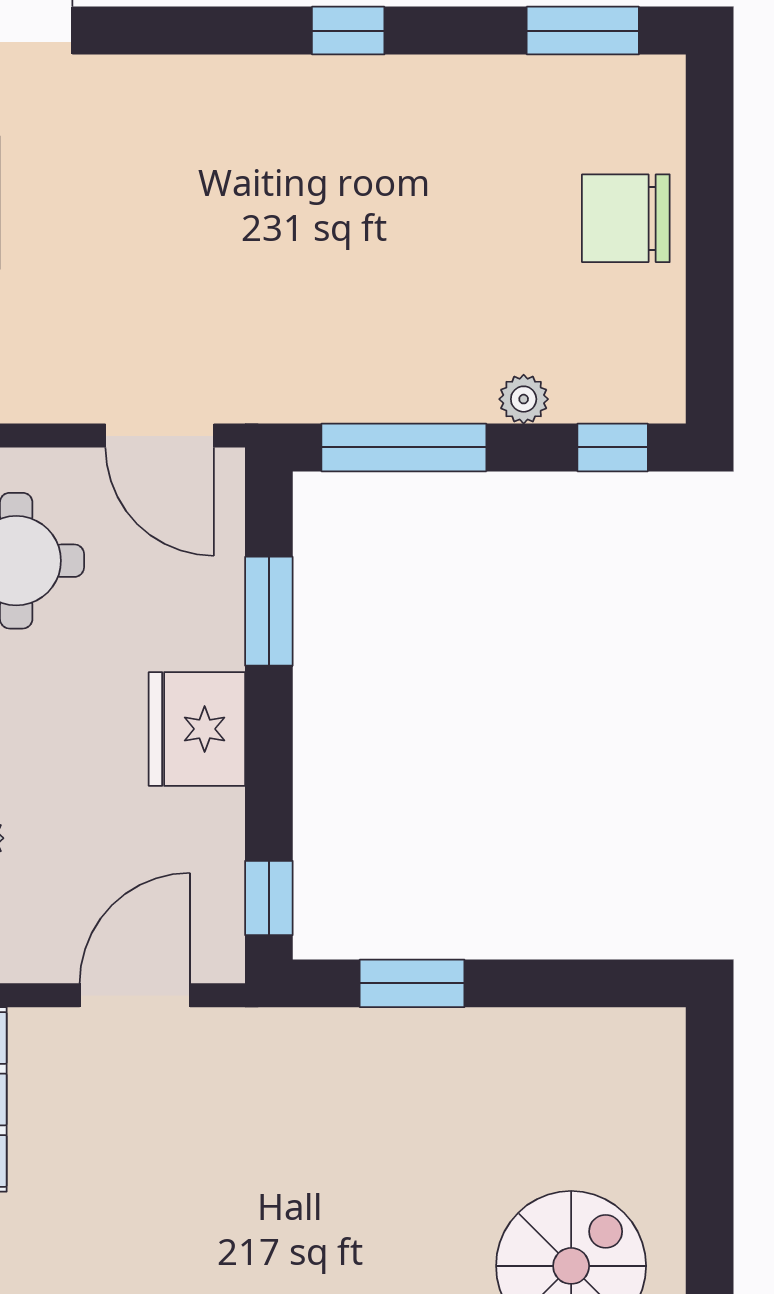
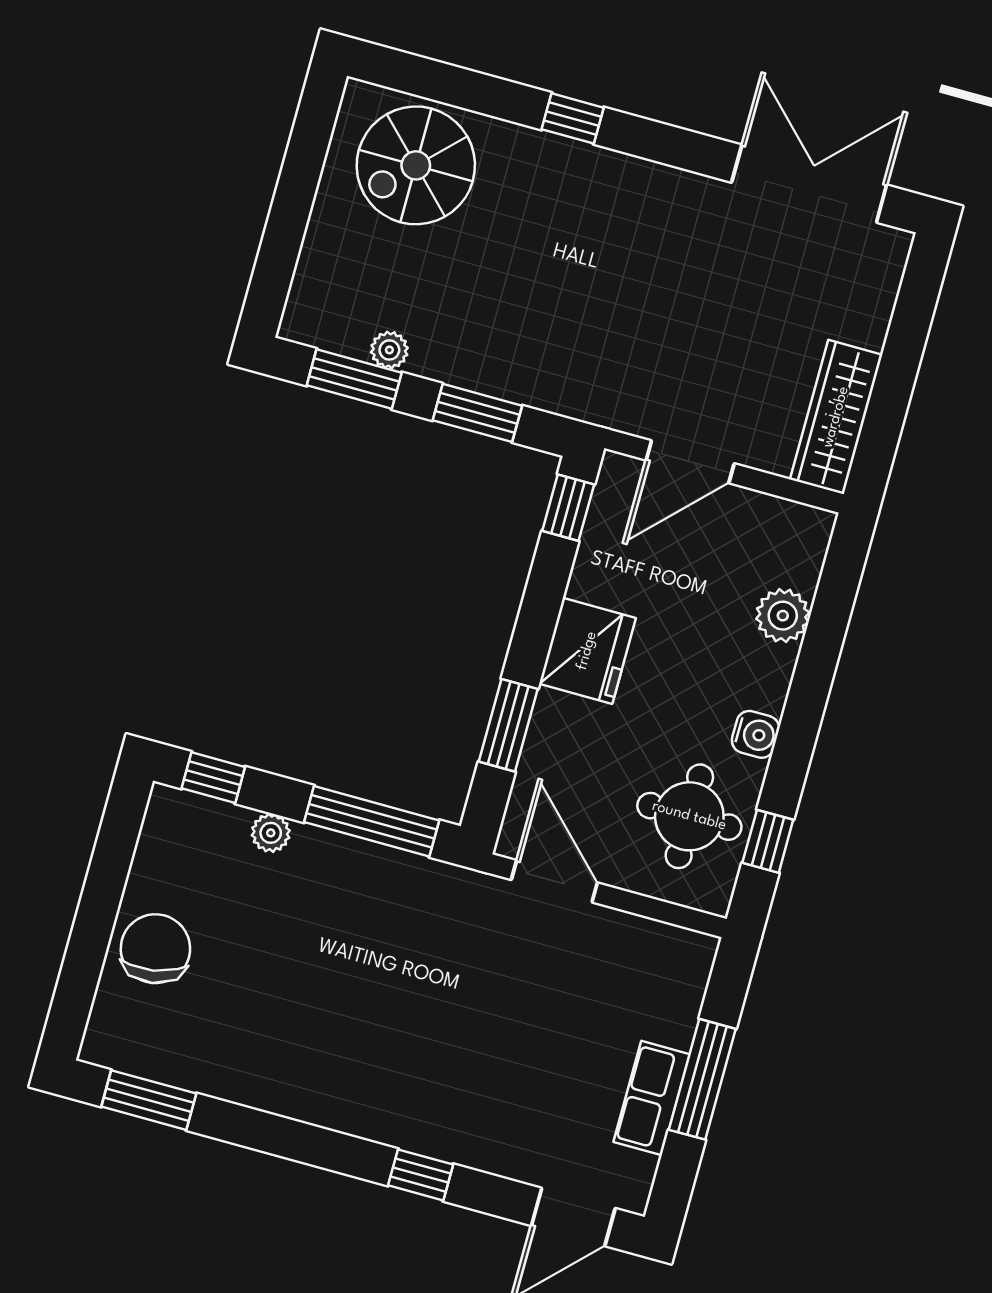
window: (348, 31) -> (421, 1175), moved
chair: (626, 218) -> (155, 949), turned -100
window: (574, 983) -> (354, 379), added
plant: (541, 1031) -> (389, 350), added

